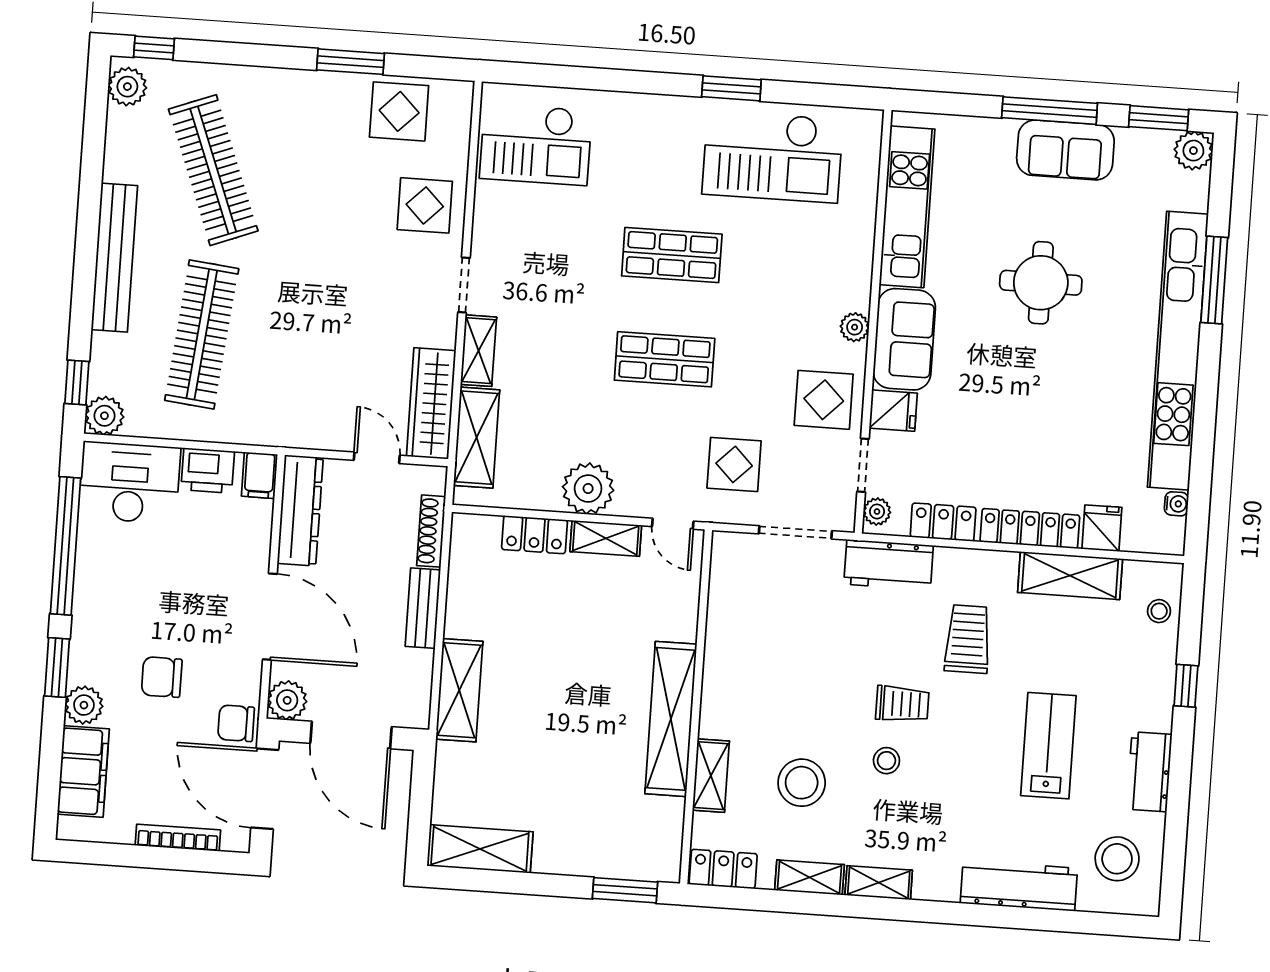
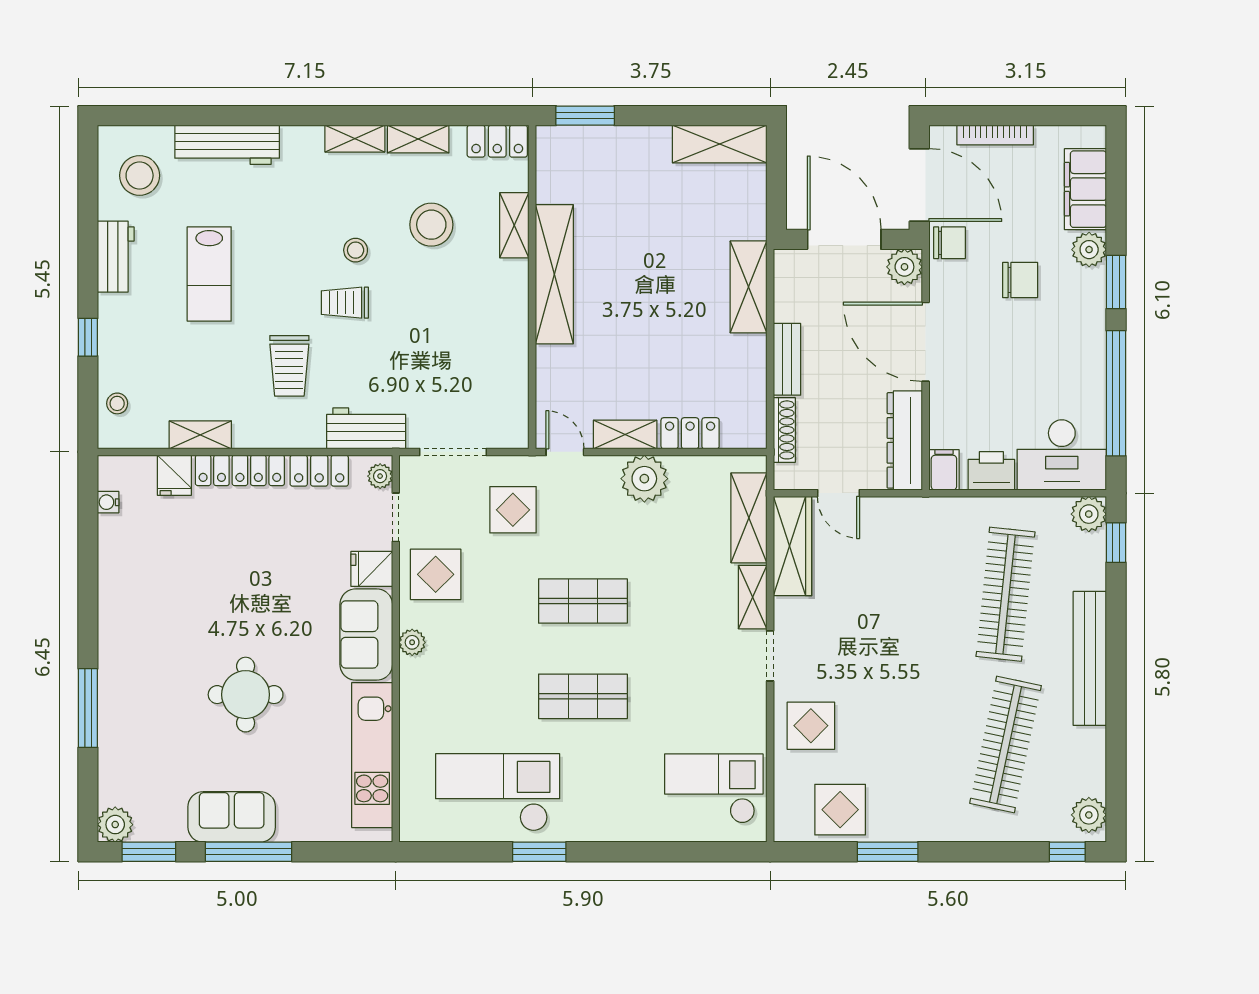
clothes rail: (213, 170) -> (1006, 744), turned 33
kitchen unit: (1178, 351) -> (117, 642), removed
shelving: (1070, 576) -> (200, 435), width x0.67, depth x0.75

